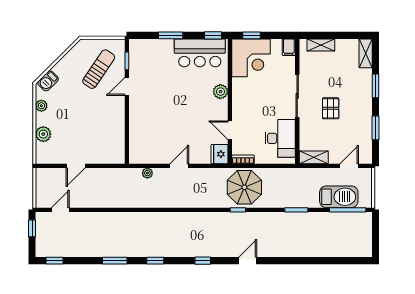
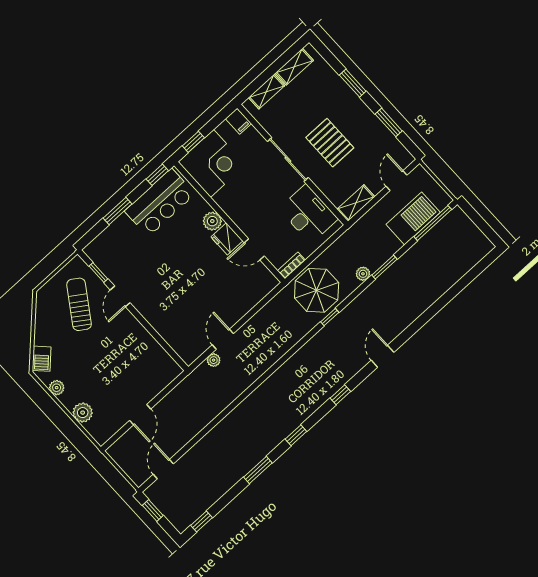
shelving: (366, 53) -> (294, 67), moved, turned 90
pallet: (331, 108) -> (330, 143), width x1.50, depth x1.42
fridge: (219, 154) -> (227, 239), moved
door: (179, 166) -> (223, 339), moved
plant: (280, 202) -> (363, 274), added

